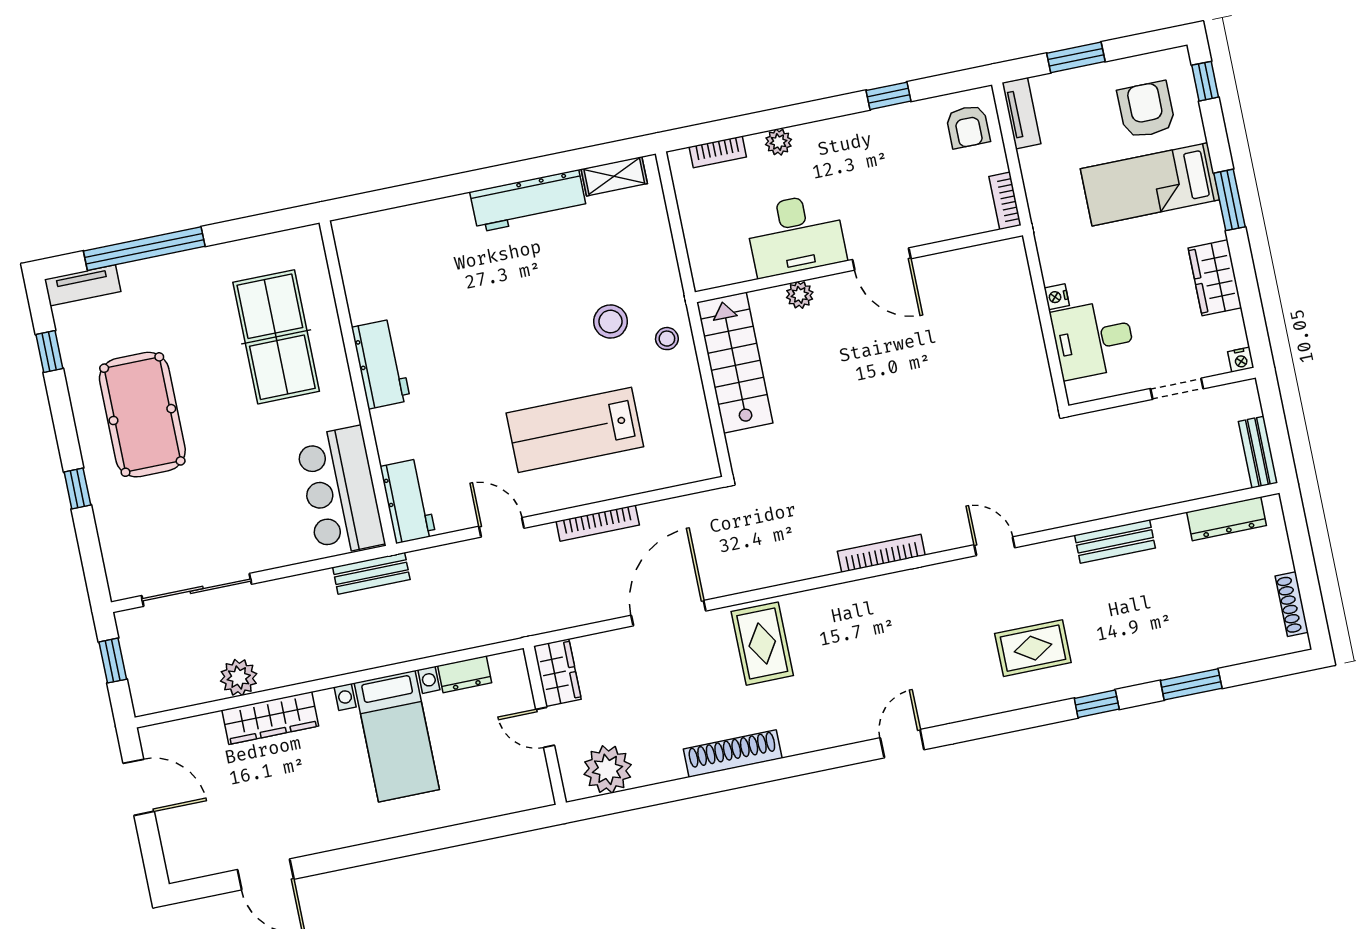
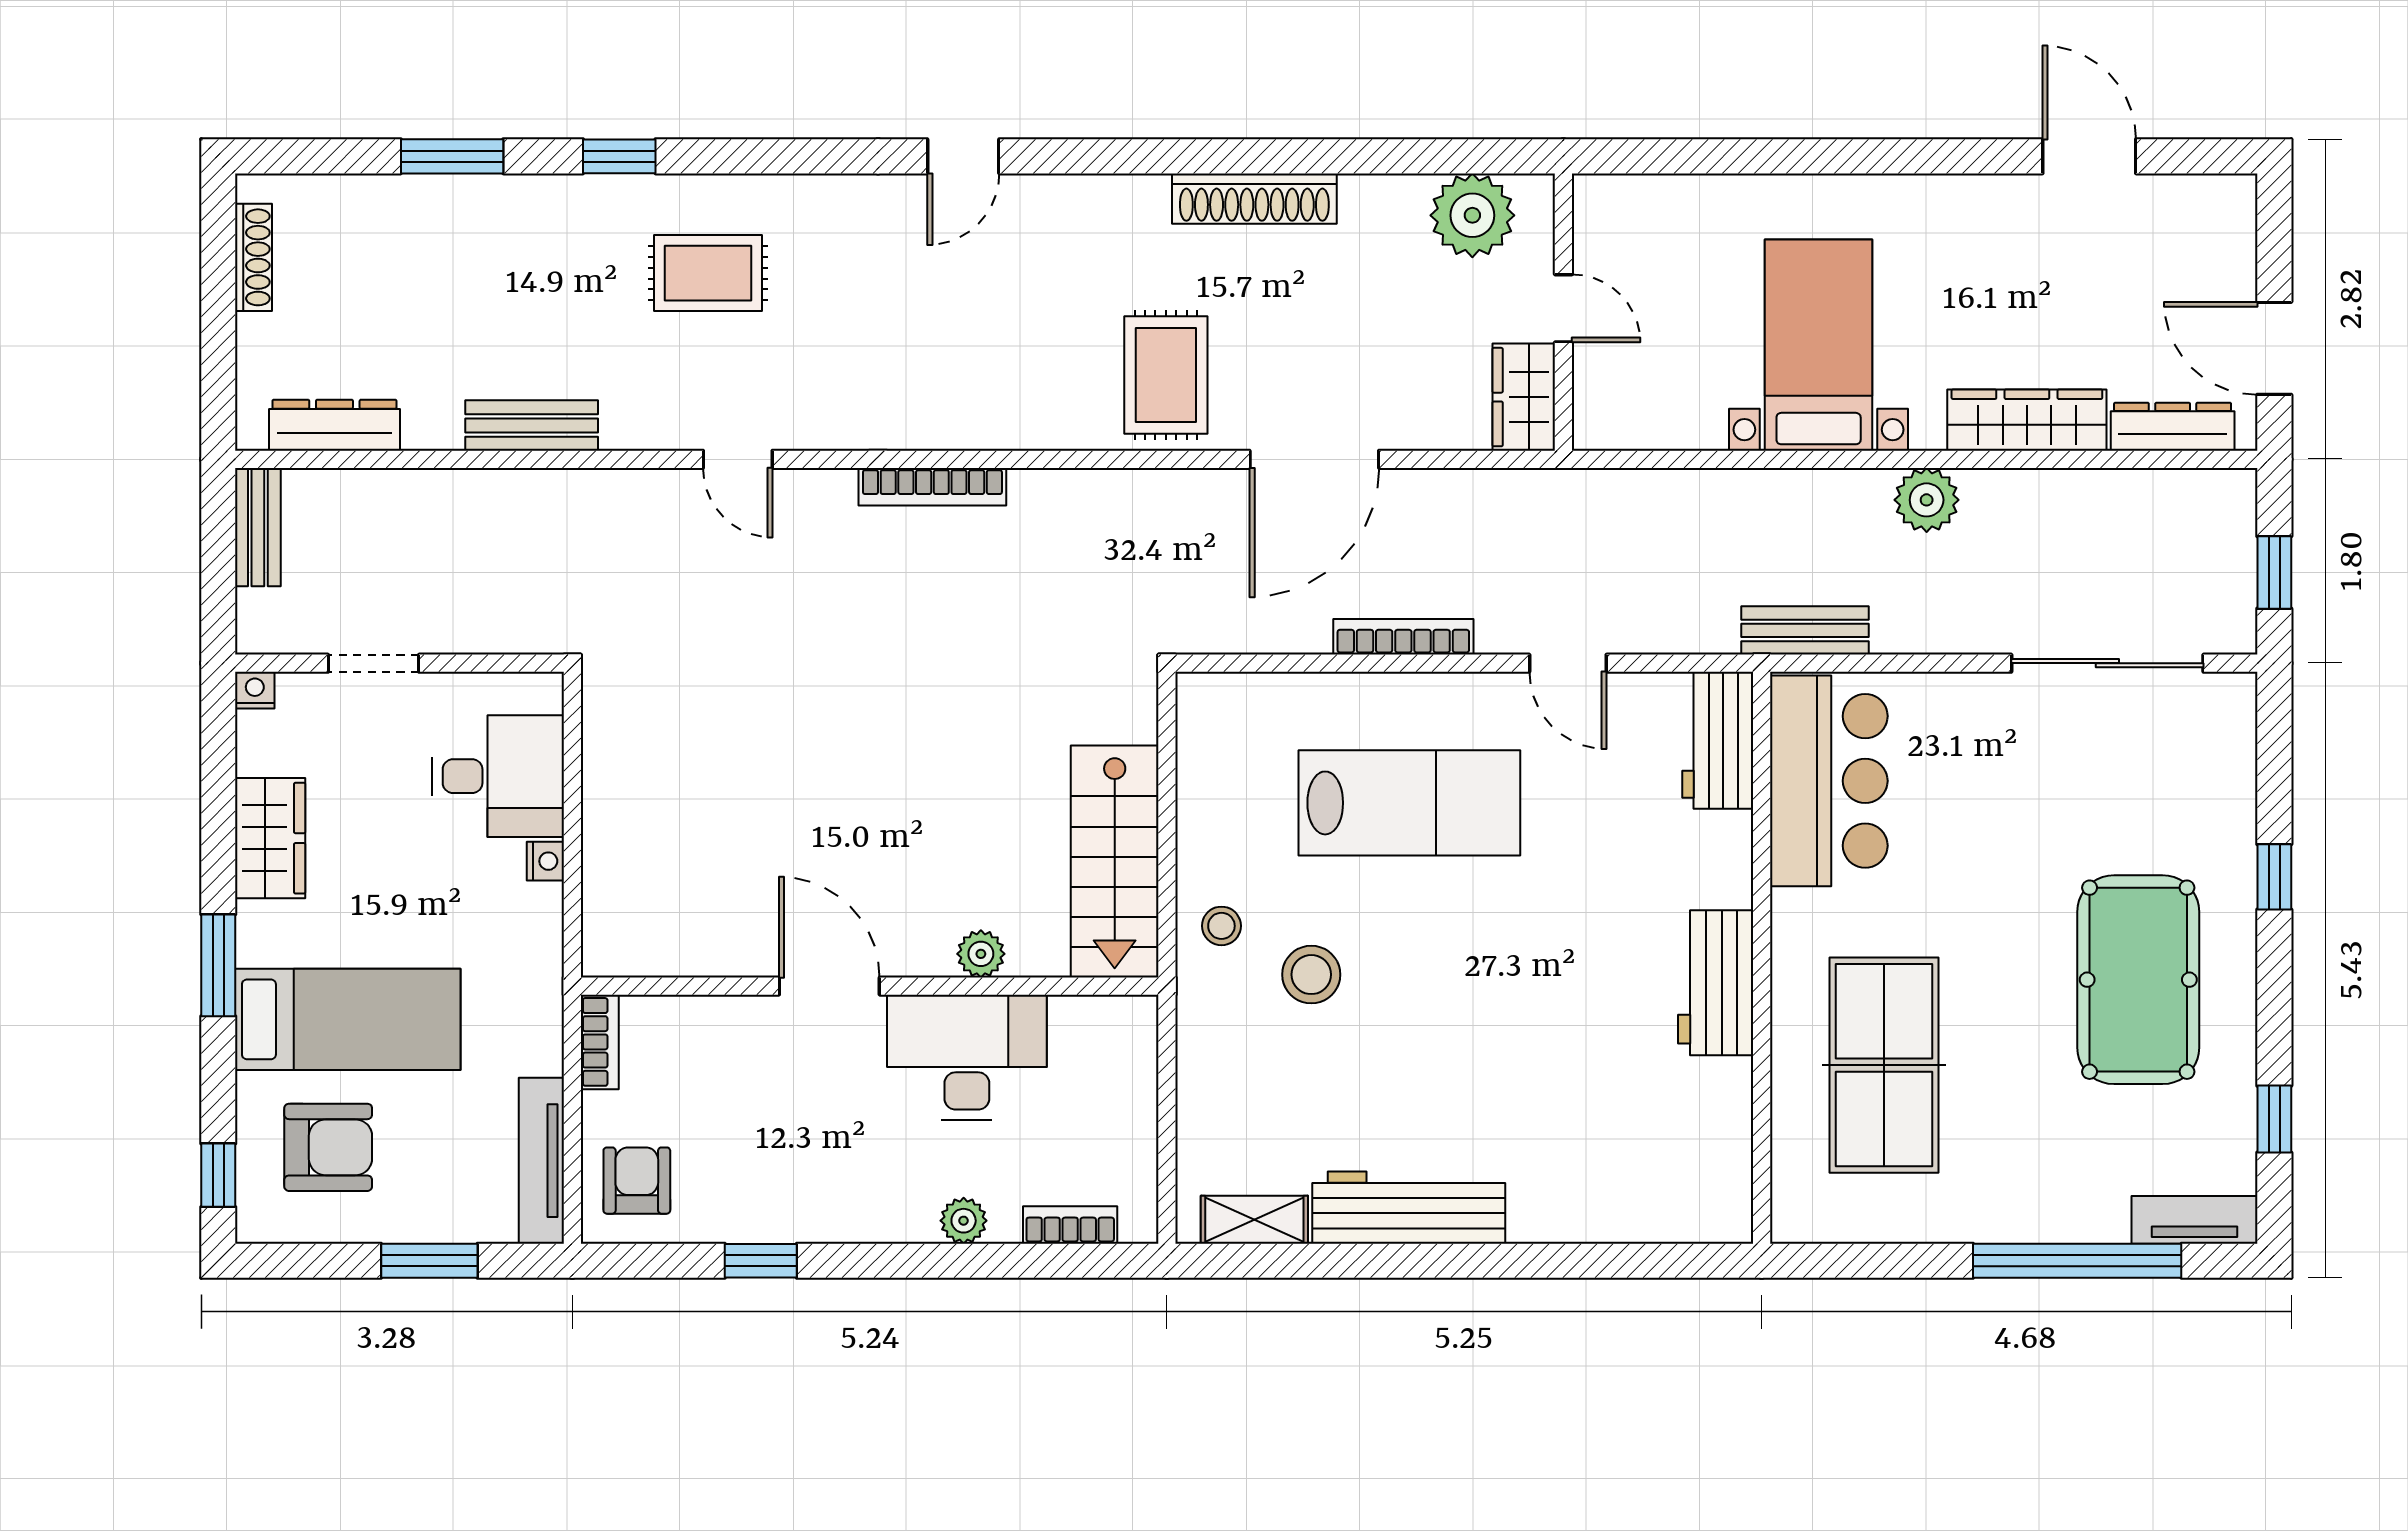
armchair: (1146, 110) -> (328, 1147), turned -90
tv unit: (1021, 113) -> (541, 1161), width x1.41
dresser: (465, 674) -> (2173, 427), moved, width x1.44
plant: (239, 677) -> (1927, 500), moved

